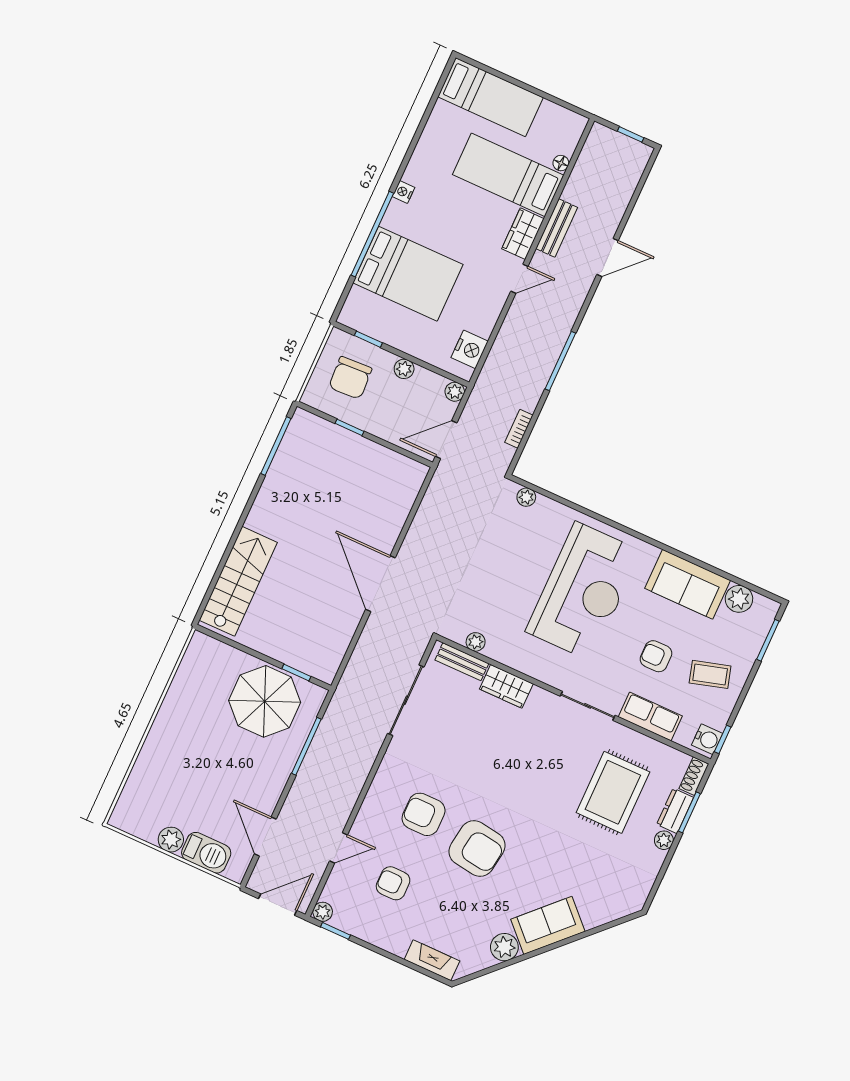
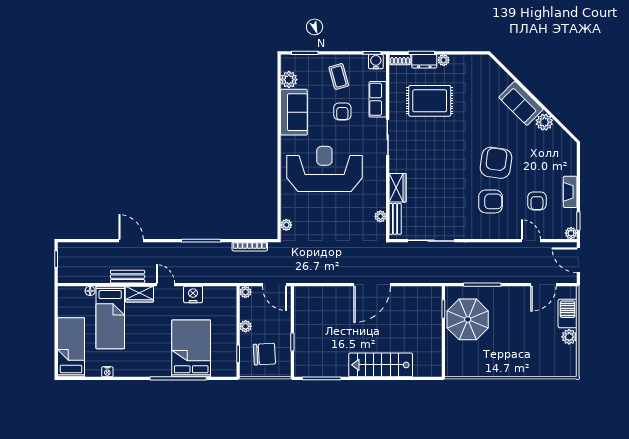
nightstand: (403, 192) -> (107, 372), moved
nightstand: (470, 349) -> (193, 294), moved
bookcase: (519, 429) -> (250, 247), width x1.56
stairs: (238, 581) -> (381, 365), moved
armchair: (424, 814) -> (490, 201), turned -90
fireplace: (432, 960) -> (570, 192), moved

